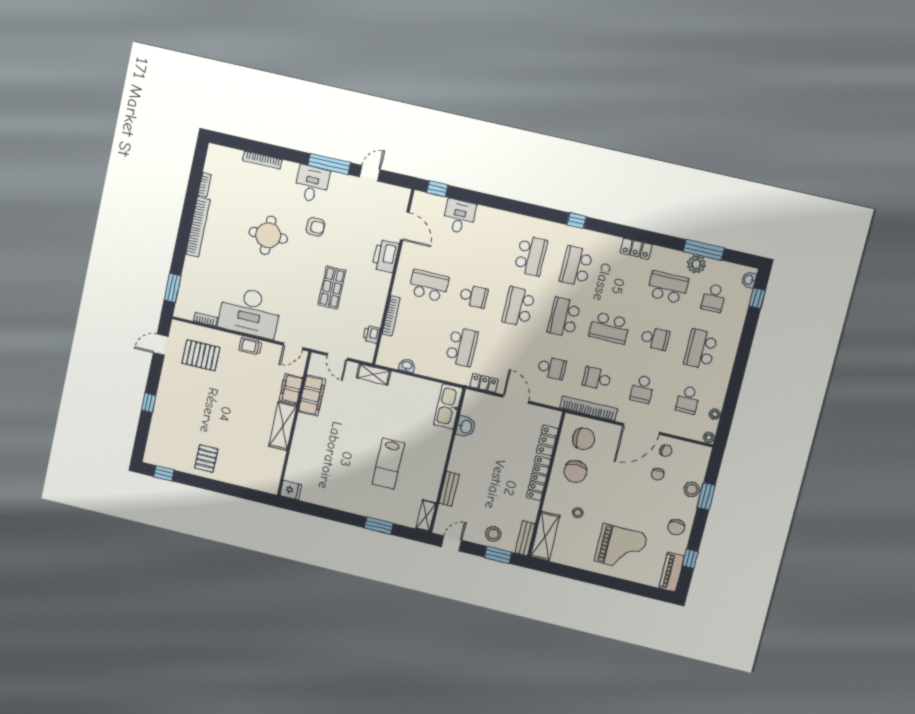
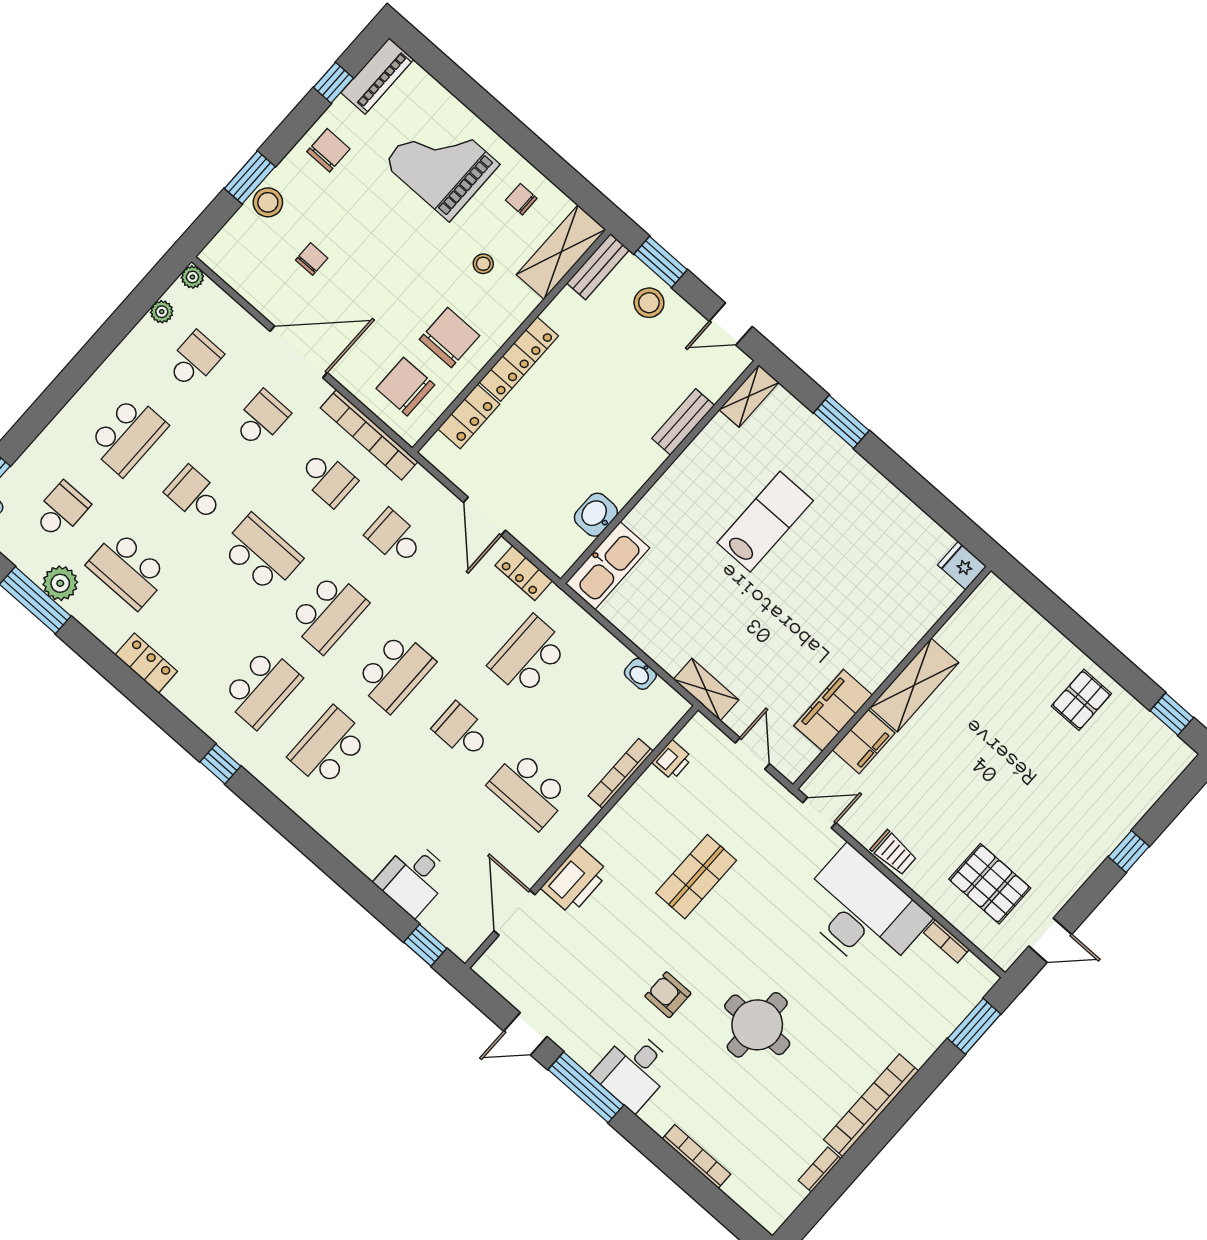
chair: (666, 451) -> (521, 199), moved

